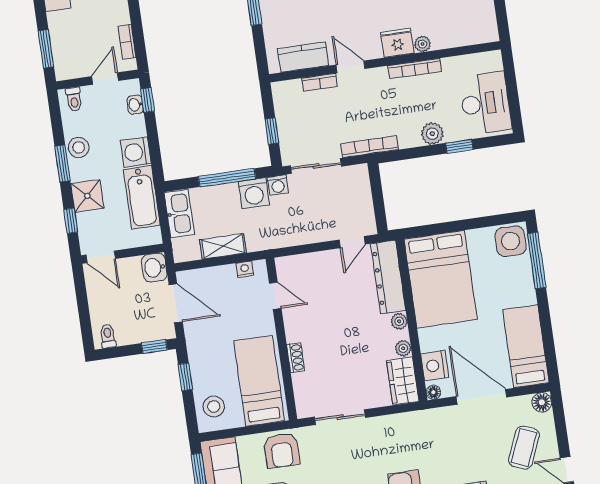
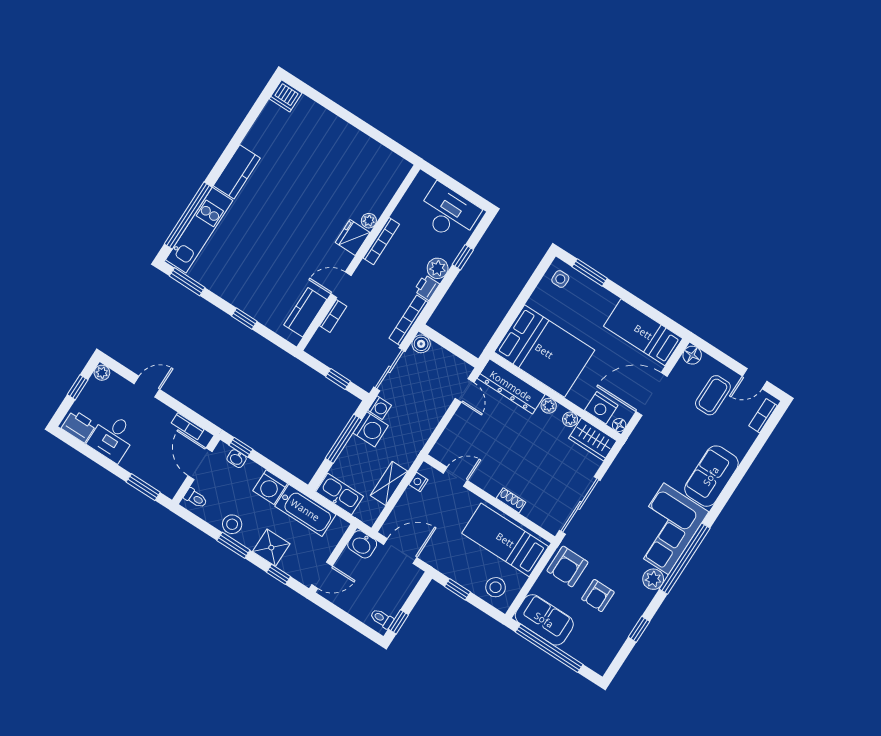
door: (105, 79) -> (200, 464), width x1.38
printer: (409, 138) -> (427, 287), added
boiler: (359, 174) -> (421, 344), added
side table: (511, 241) -> (560, 279), width x0.54, depth x0.54
window: (537, 260) -> (590, 272), width x0.69
window: (154, 347) -> (398, 622), moved
sliding door: (340, 417) -> (580, 505), width x1.37
coffee table: (524, 448) -> (713, 395), turned 67
armchair: (282, 450) -> (567, 566), turned 90

